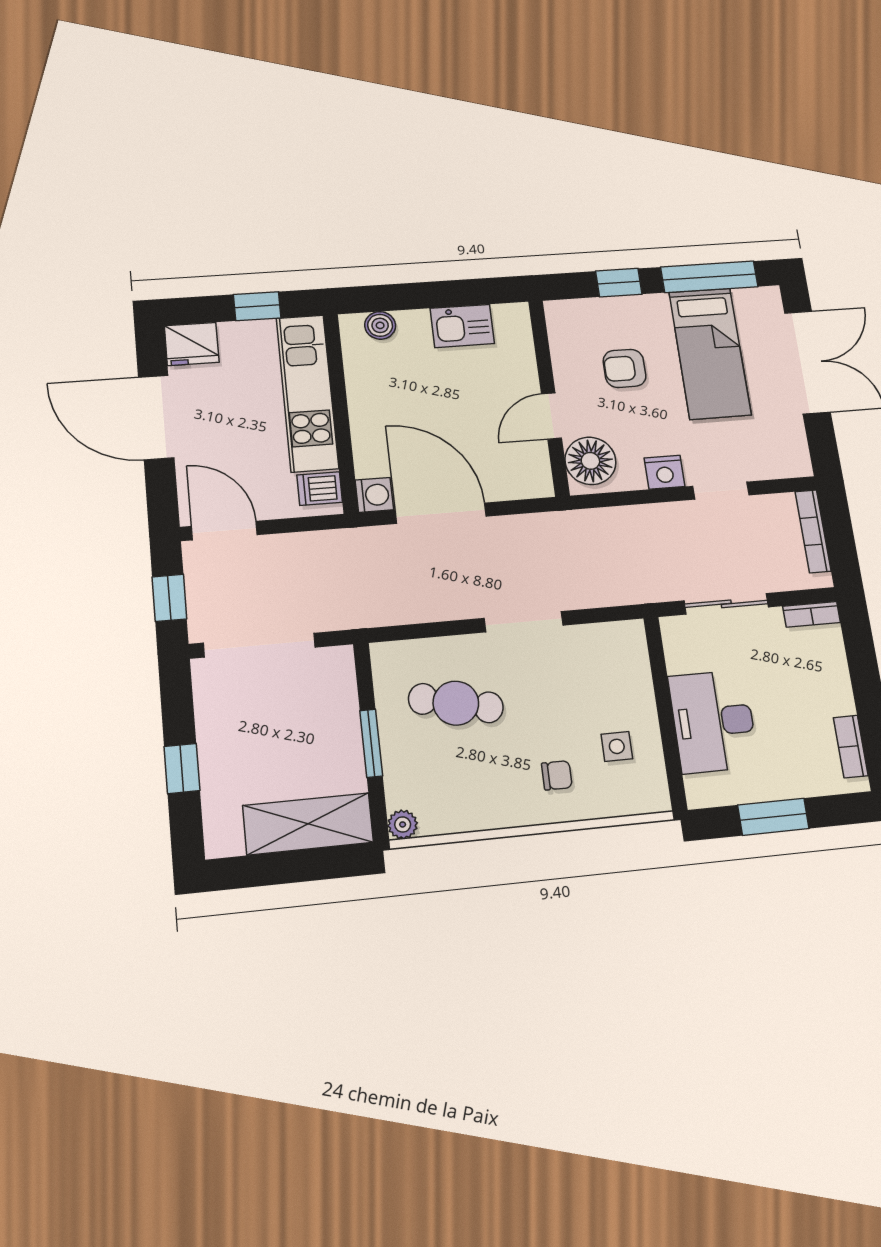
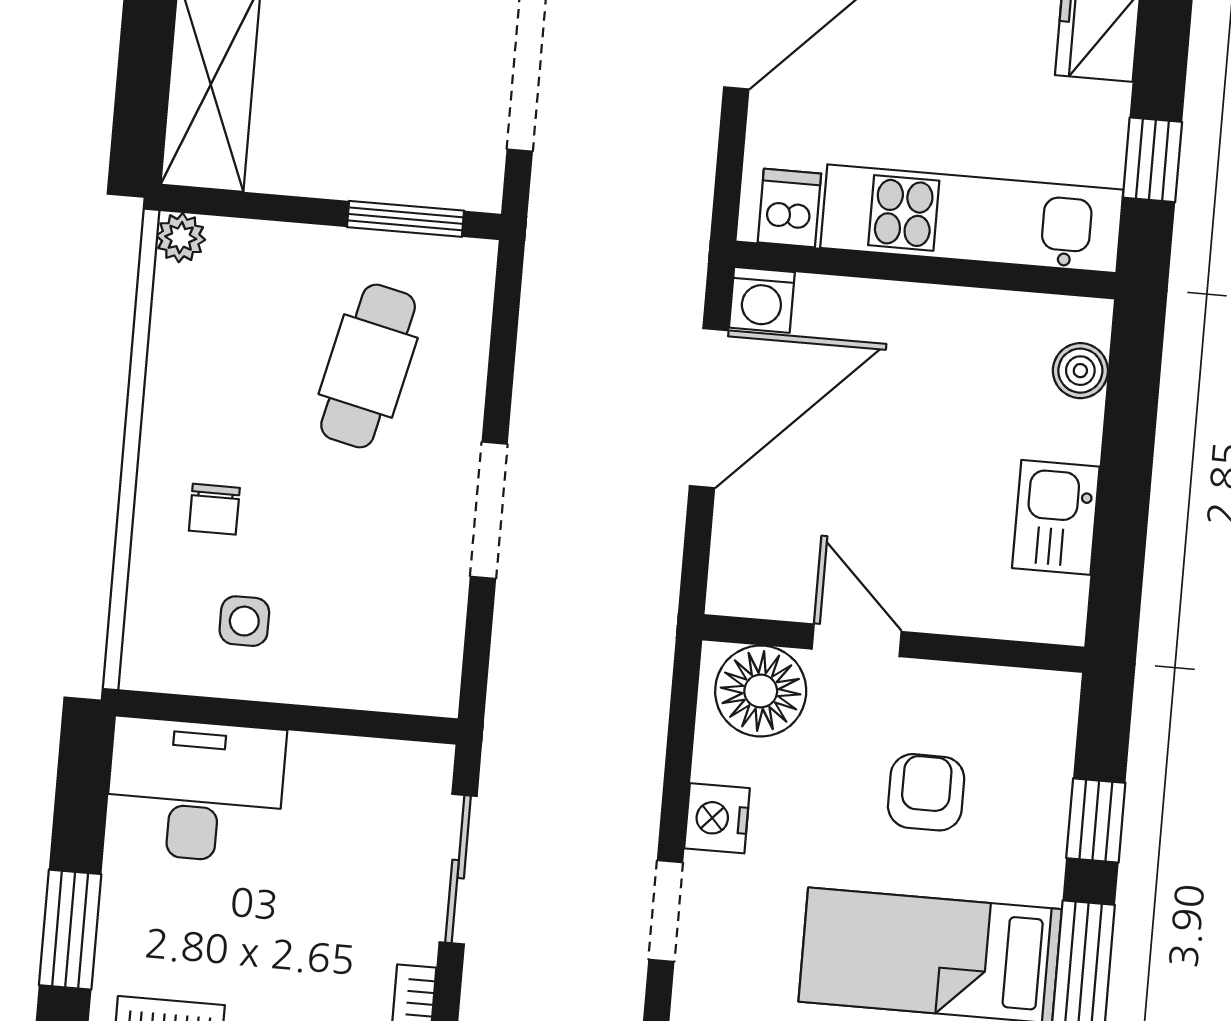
desk: (713, 721) -> (195, 791), moved
window: (371, 743) -> (406, 219), moved
window: (773, 817) -> (70, 930), moved

